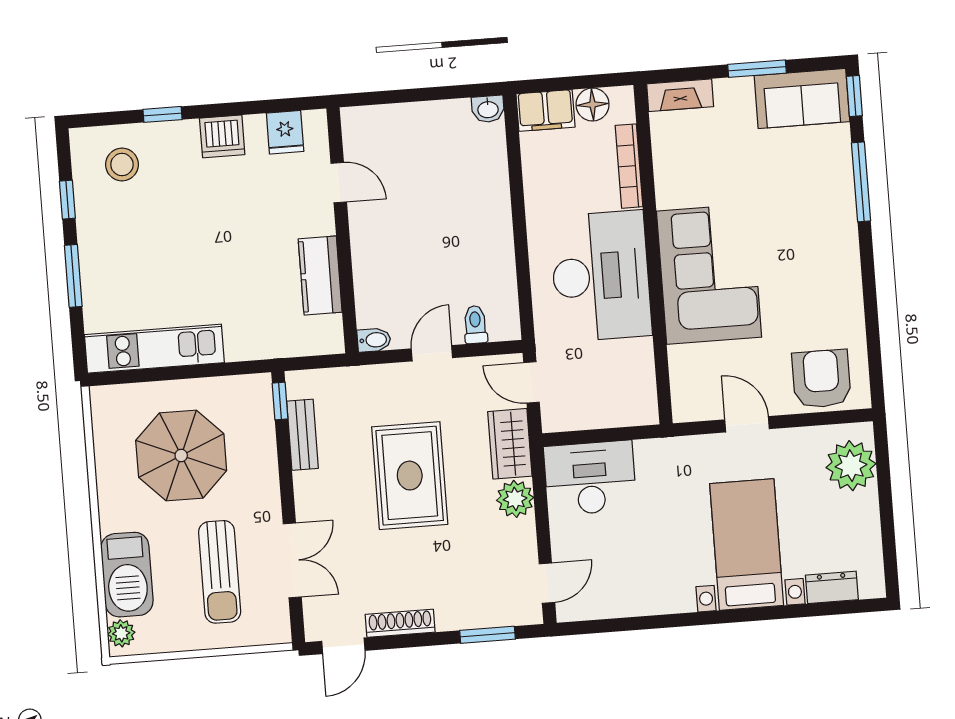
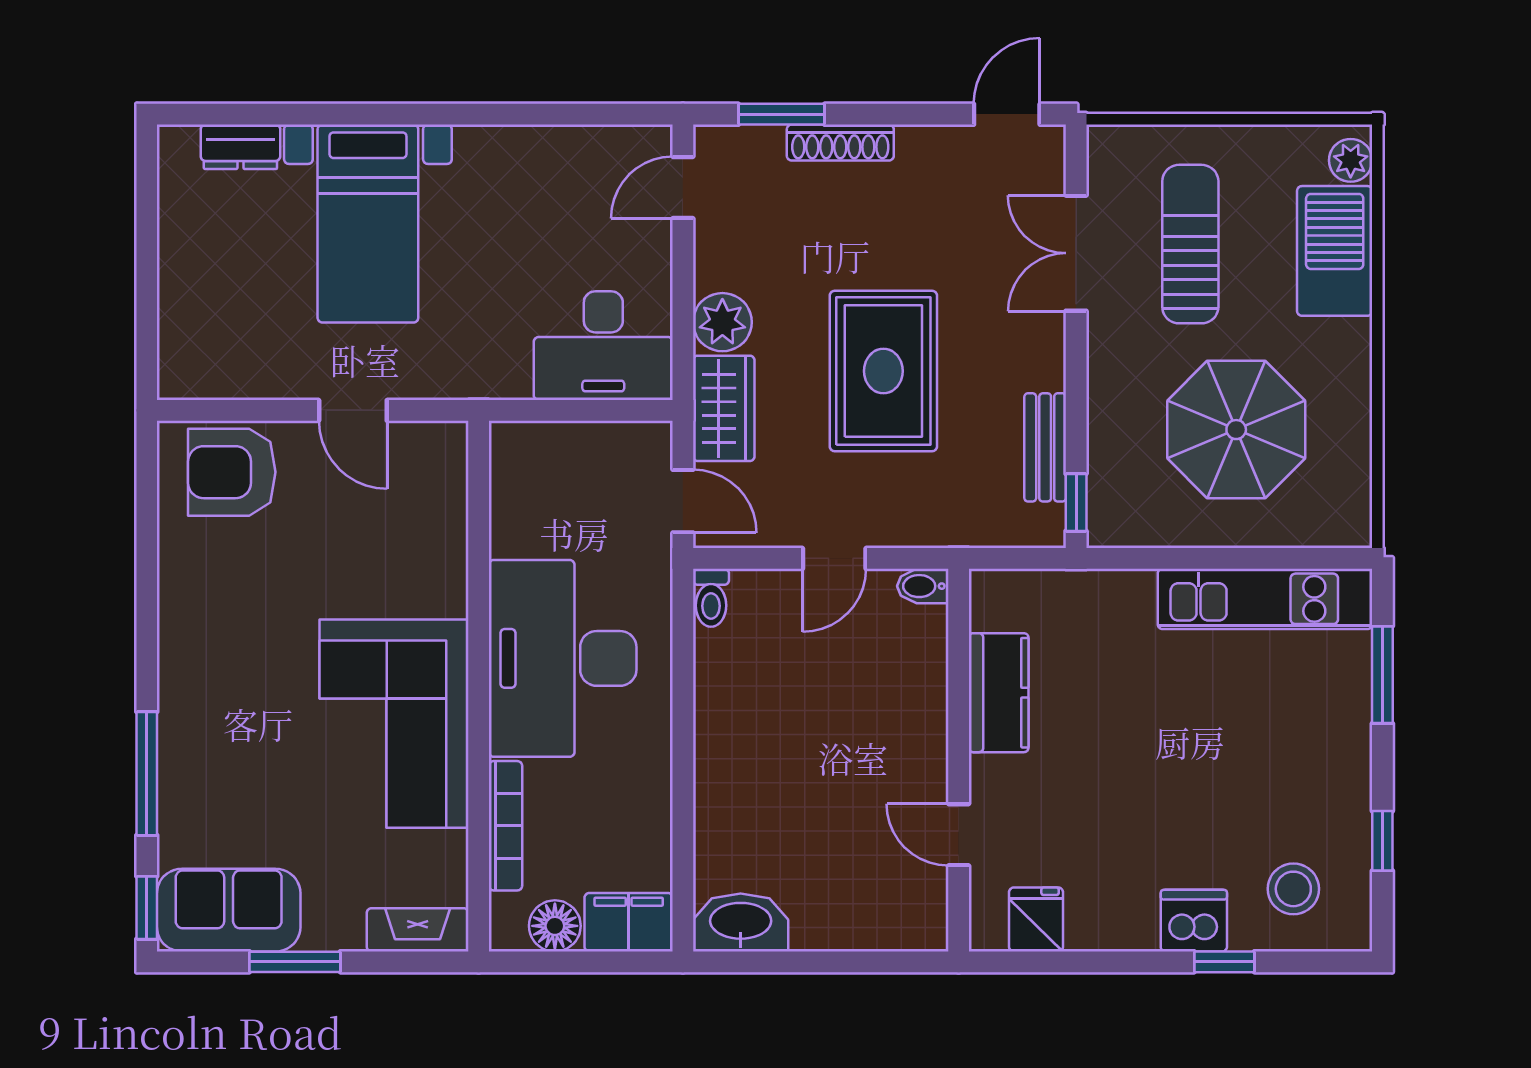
washbasin: (488, 109) -> (741, 923), width x1.91, depth x1.45
dishwasher: (222, 136) -> (1194, 921), moved
corner sofa: (709, 274) -> (394, 724), moved
window: (73, 276) -> (1382, 675), moved
toilet: (475, 325) -> (711, 598), moved
armchair: (822, 379) -> (232, 472), turned 90
plant: (851, 466) -> (196, 334), removed
shoe rack: (400, 623) -> (840, 143), moved

